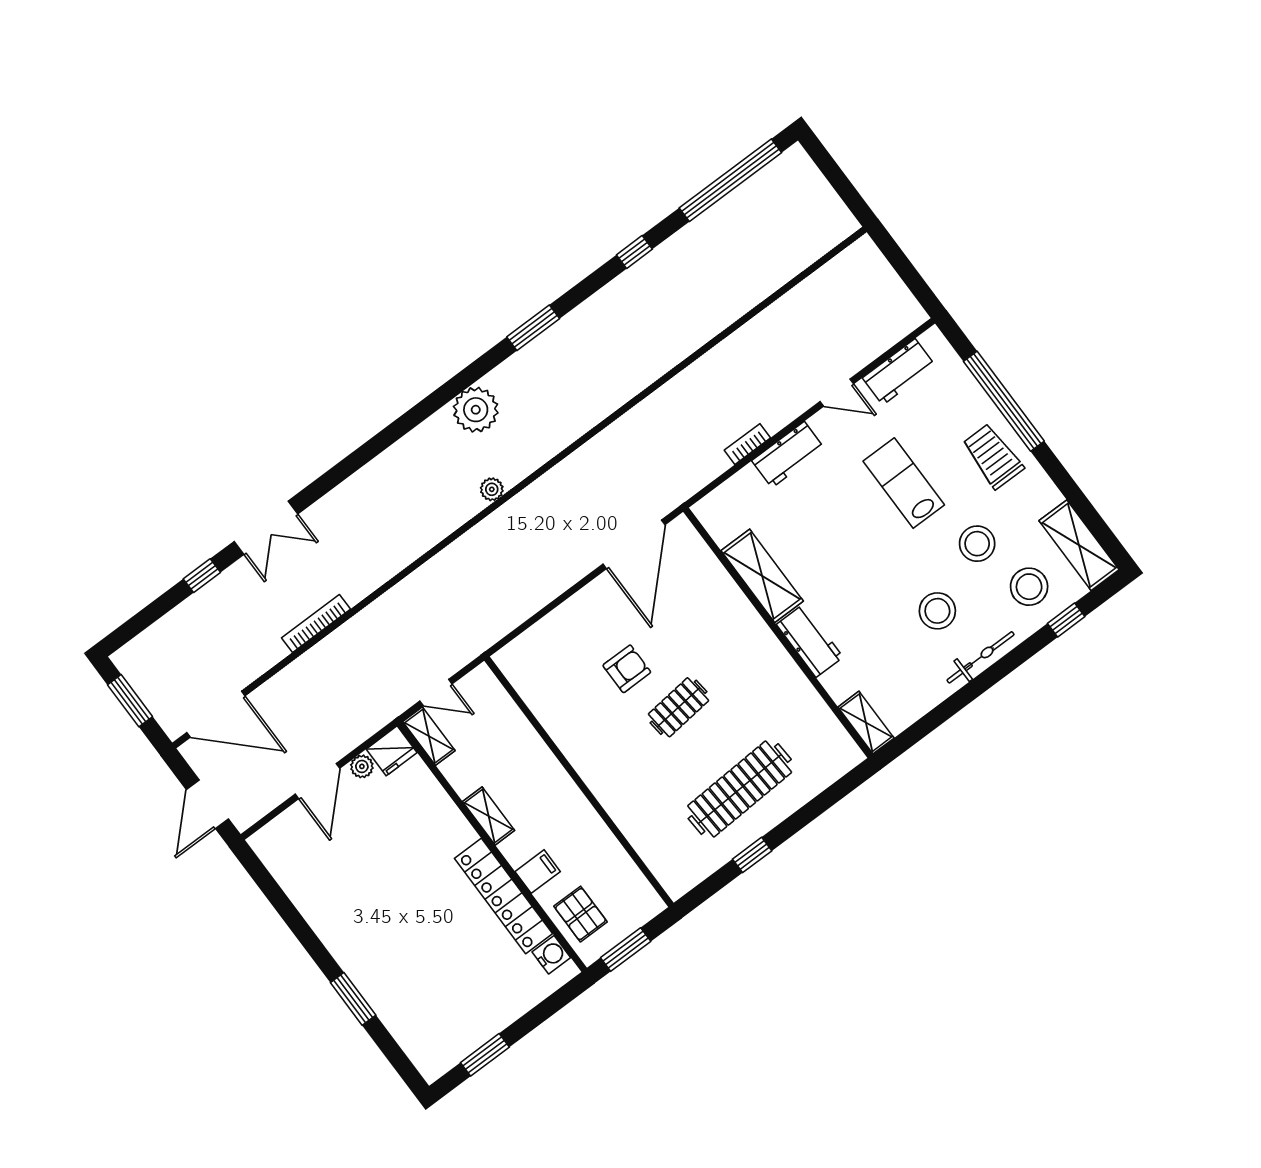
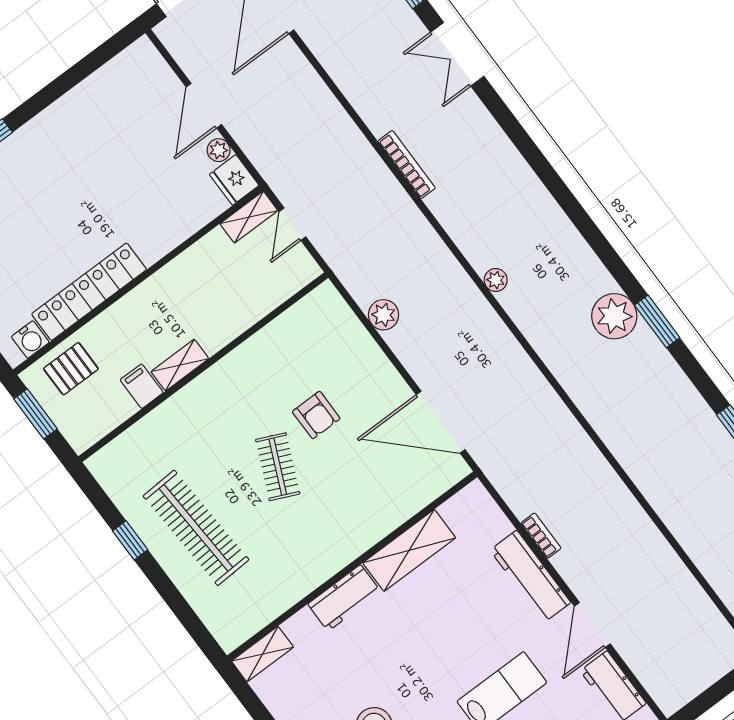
door: (837, 393) -> (592, 625), width x1.38
plant: (476, 410) -> (614, 316), moved
workbench: (788, 455) -> (530, 576), width x1.38
plant: (527, 601) -> (384, 315), added
bookcase: (316, 624) -> (407, 165), moved
clothes rail: (679, 707) -> (278, 467), turned 30
door: (317, 781) -> (204, 106), hinge flipped
shelving: (489, 816) -> (180, 365), moved
filing cabinet: (538, 872) -> (142, 386), moved, turned 180

